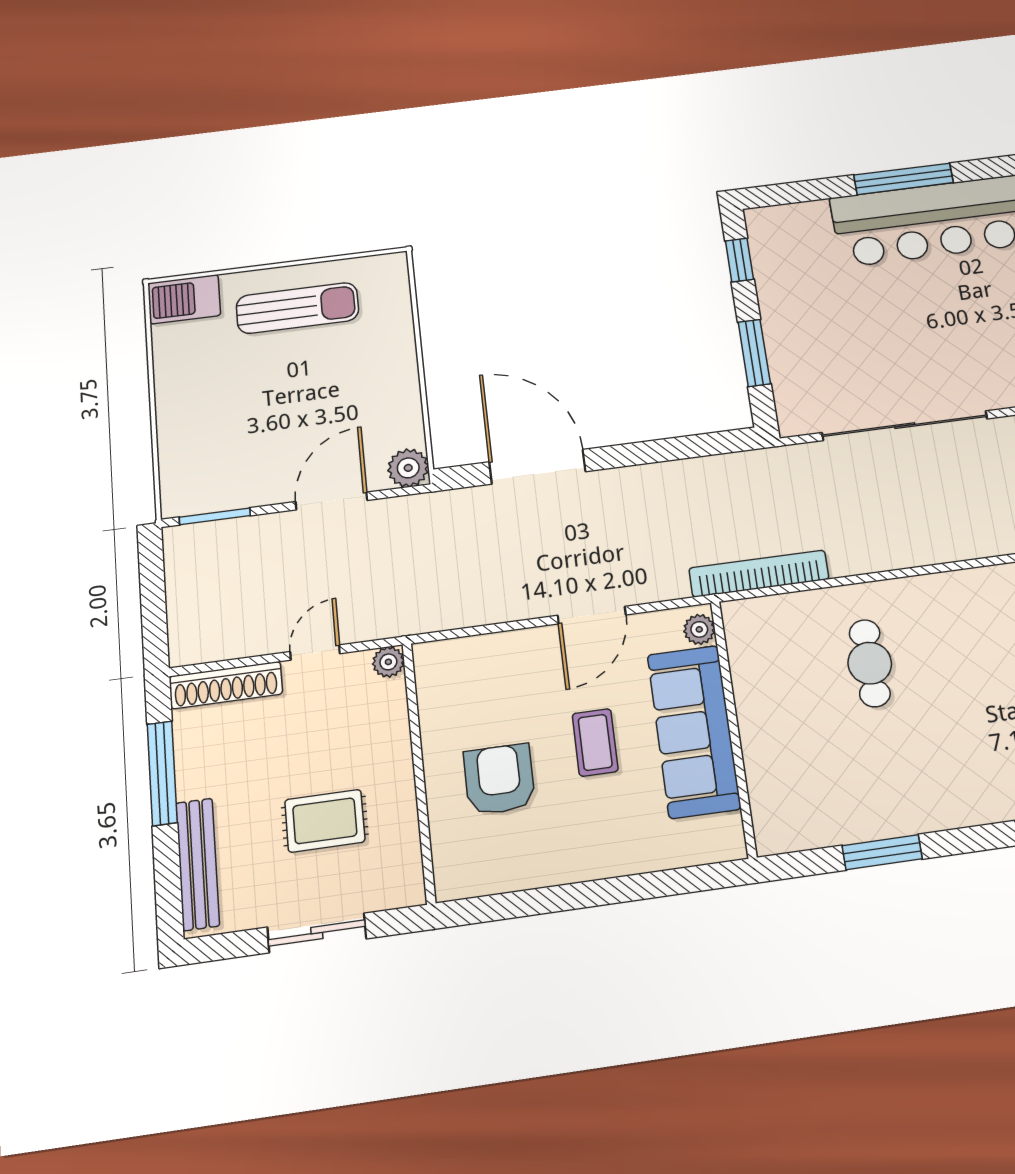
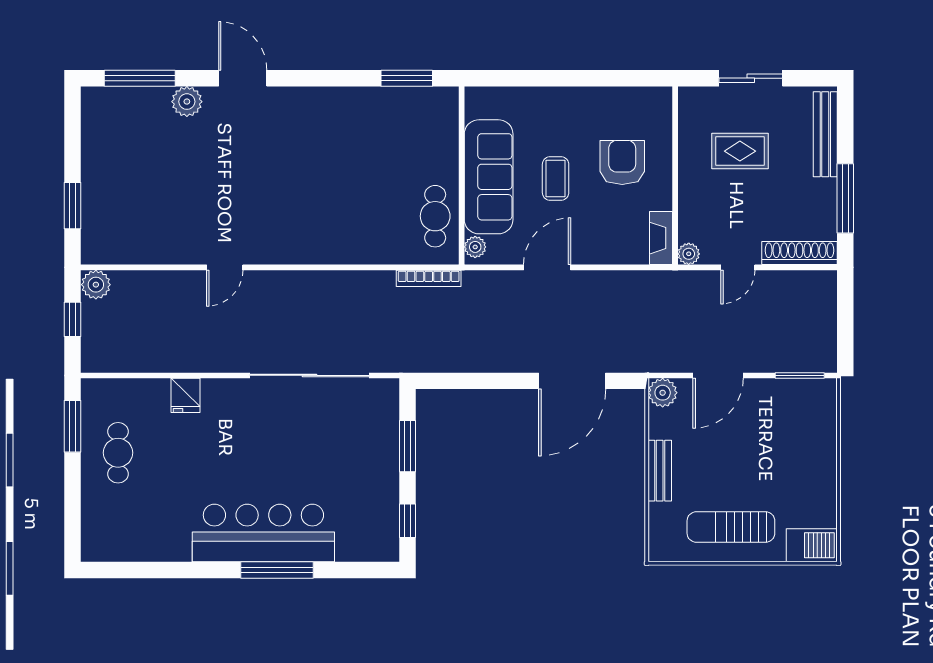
bench: (402, 367) -> (660, 471), added
door: (537, 467) -> (572, 381), hinge flipped
bookcase: (759, 574) -> (429, 278), width x0.68, depth x0.76
cafe table: (870, 663) -> (435, 216), moved
fireplace: (431, 679) -> (661, 238), added
armchair: (499, 779) -> (622, 162), turned 180
window: (882, 852) -> (407, 78), moved

